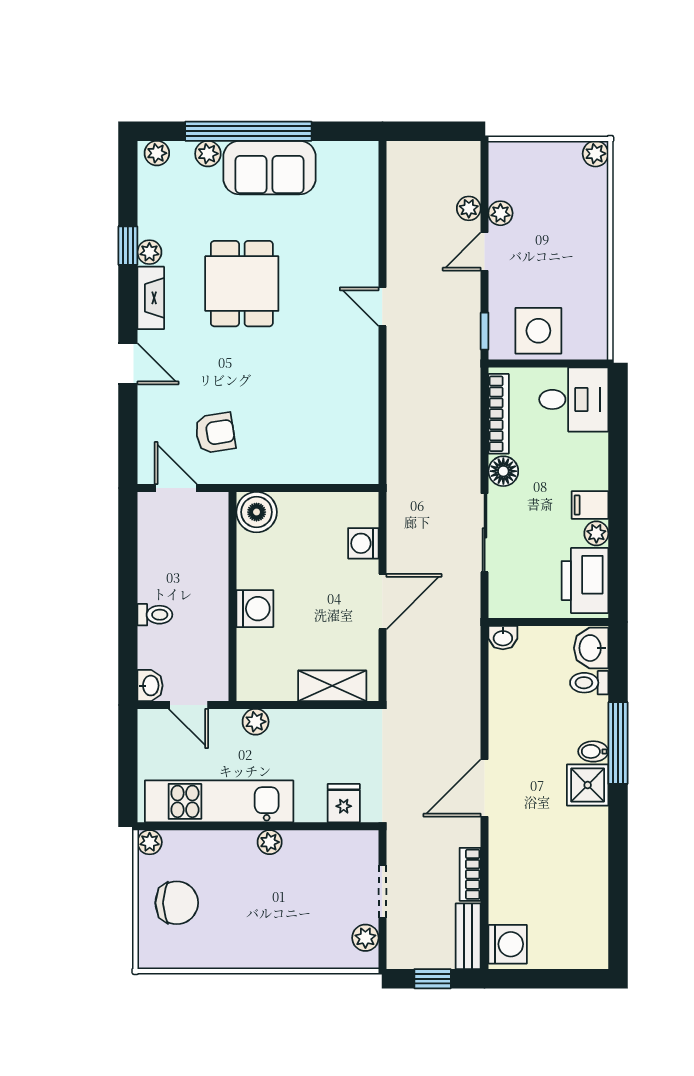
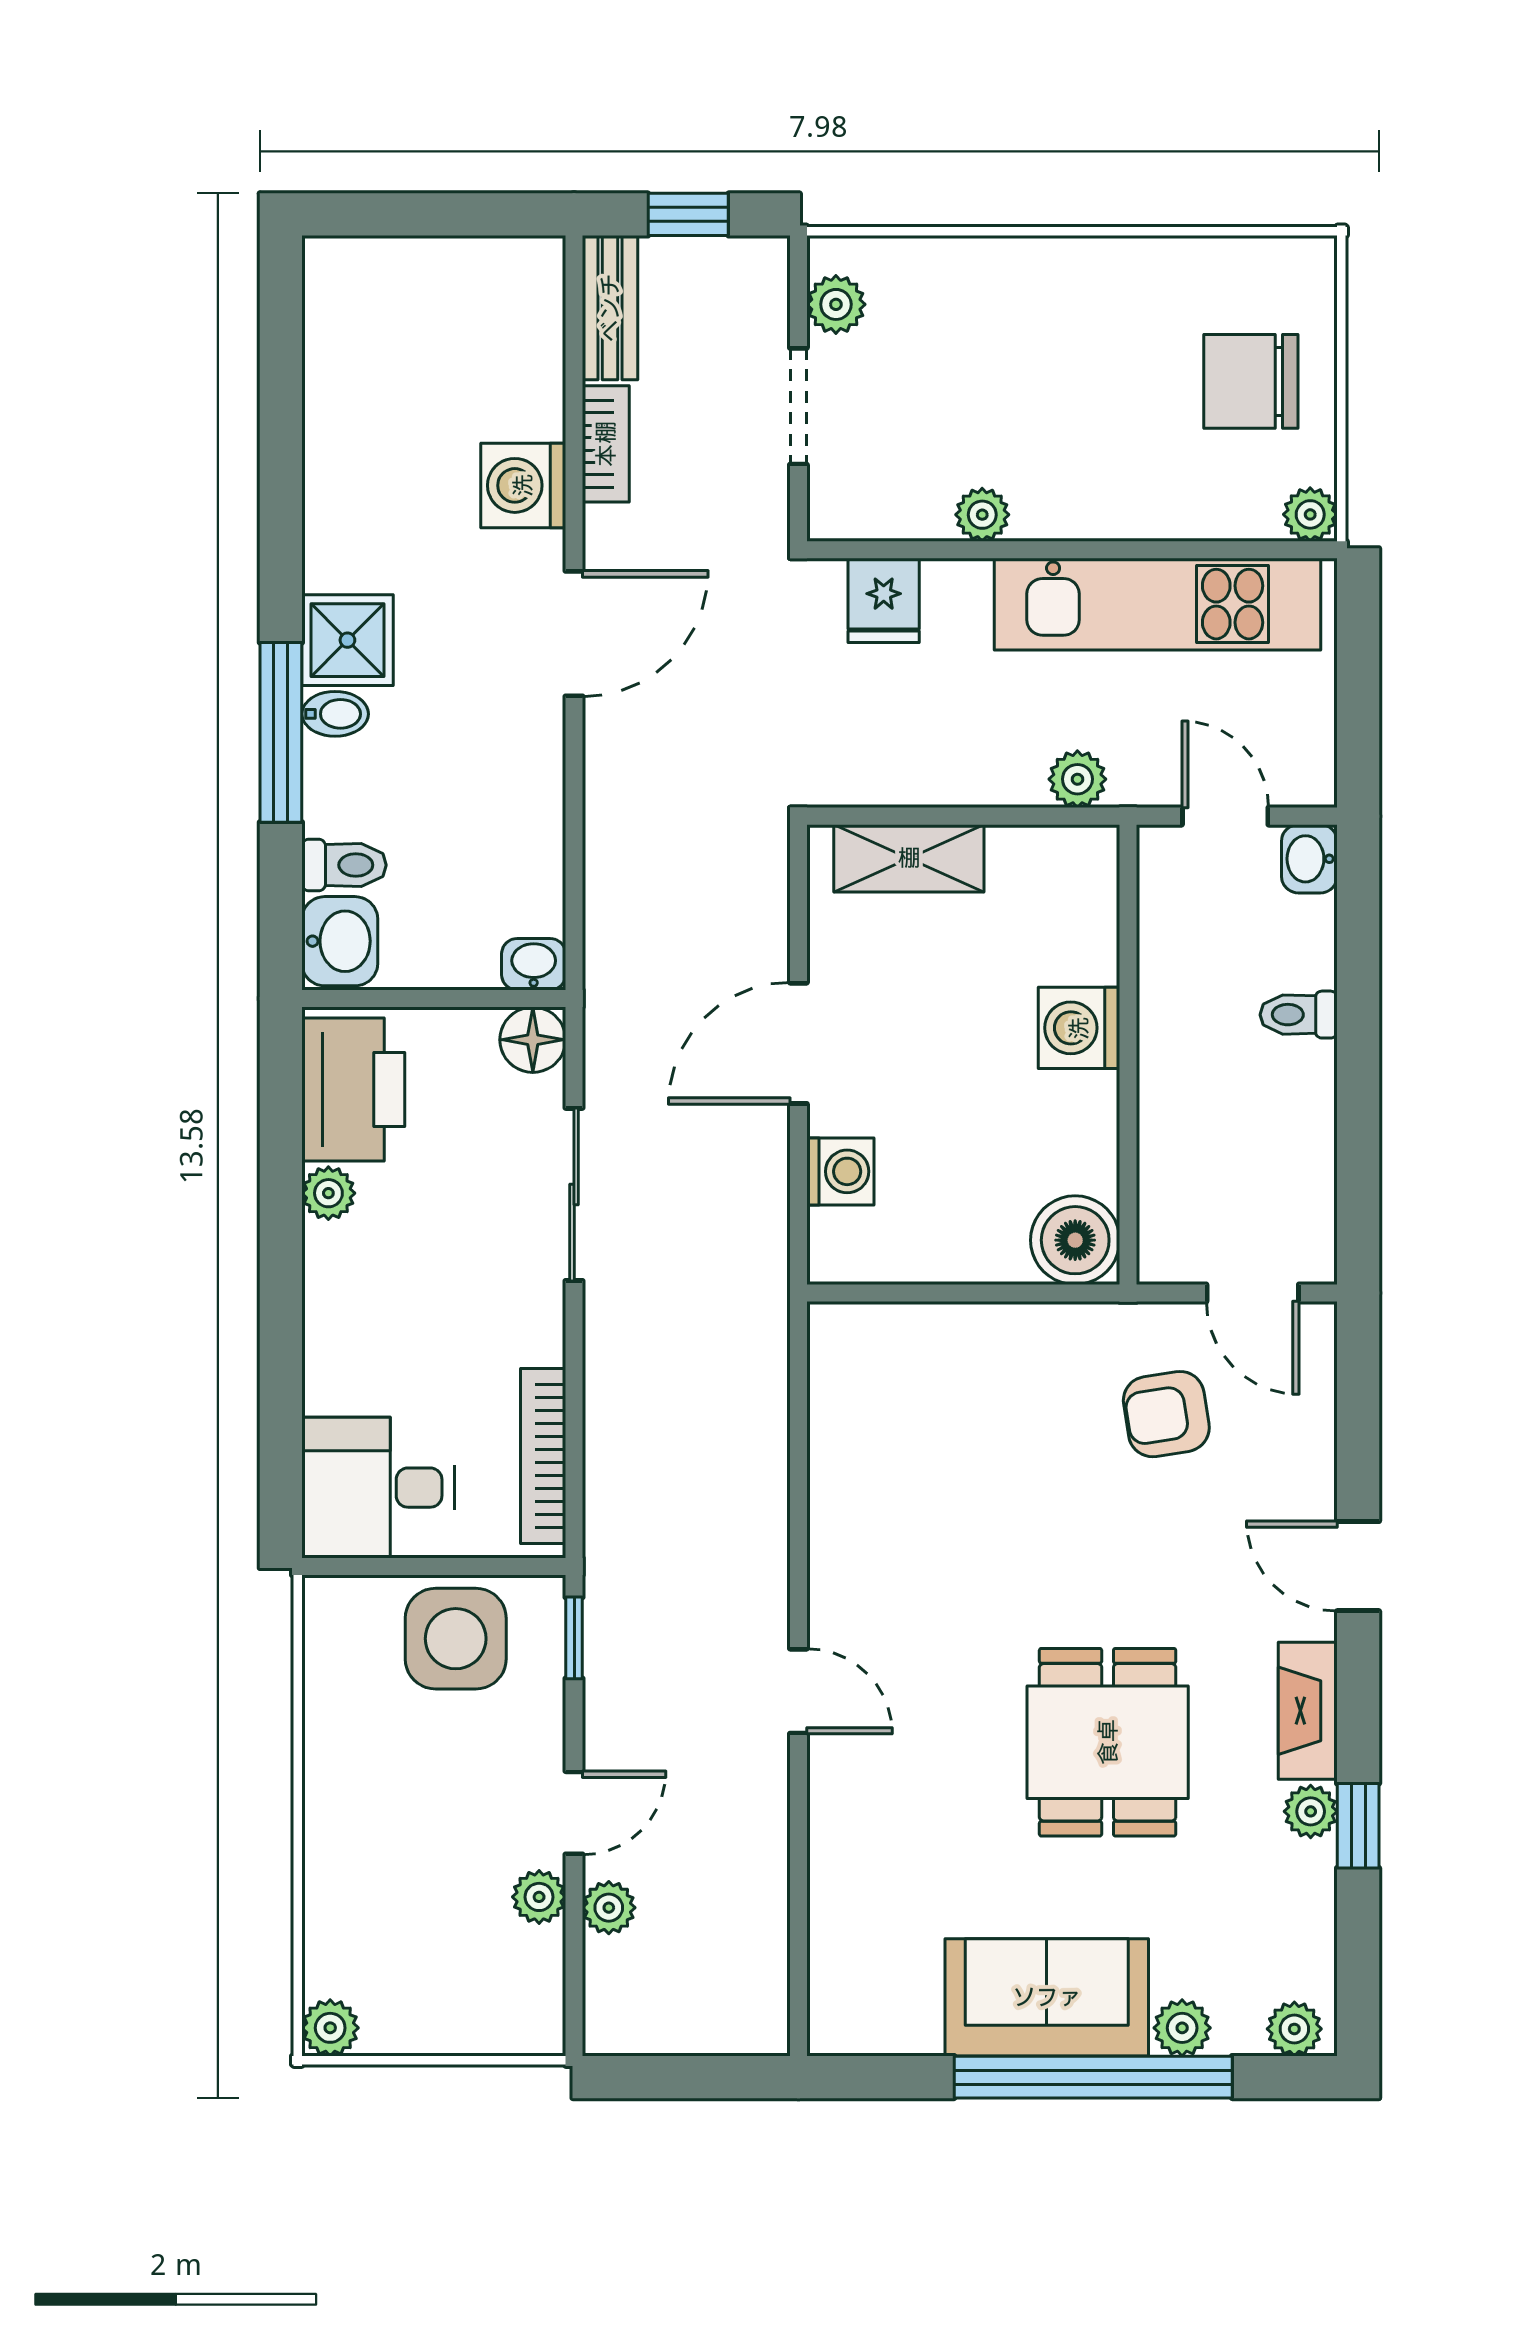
floor lamp: (503, 471) -> (533, 1040), moved
filing cabinet: (590, 505) -> (342, 1256), removed
plant: (270, 842) -> (982, 515), moved
washing machine: (508, 944) -> (523, 485), moved

